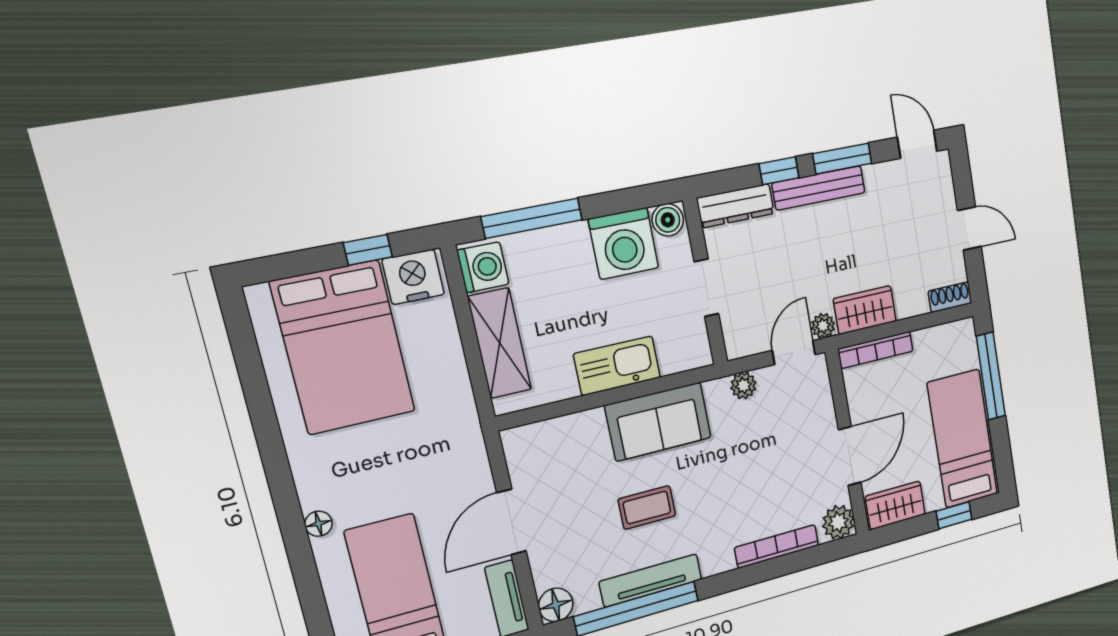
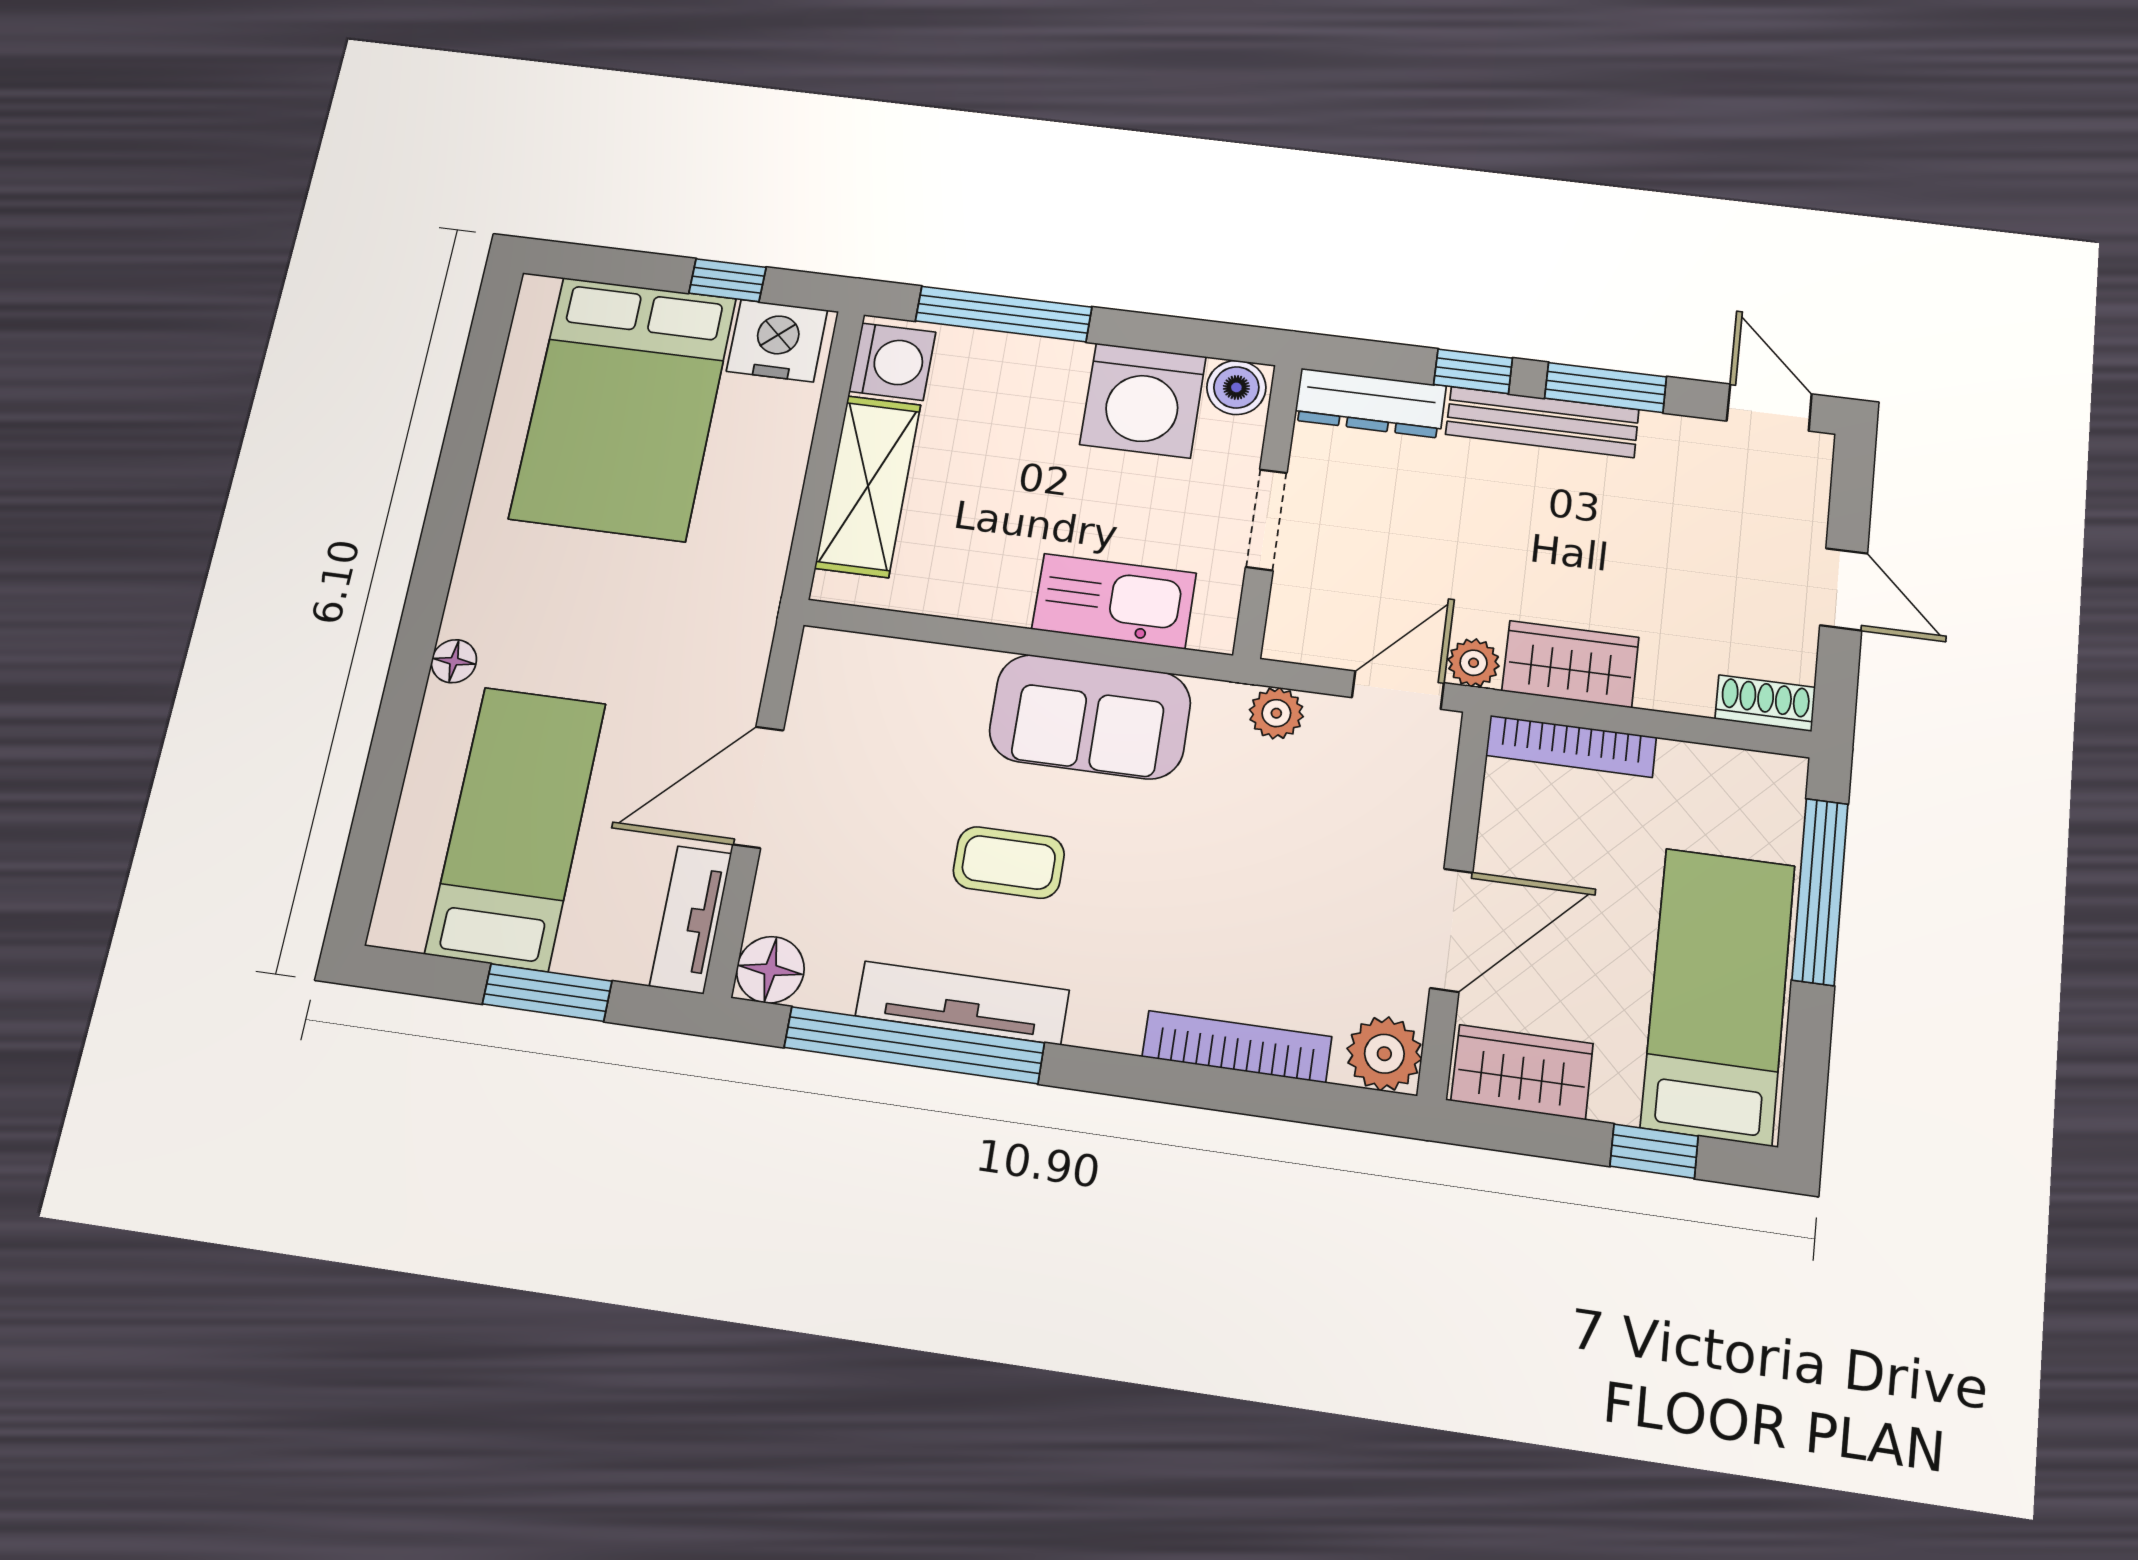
kitchen sink: (617, 366) -> (1114, 601), moved

